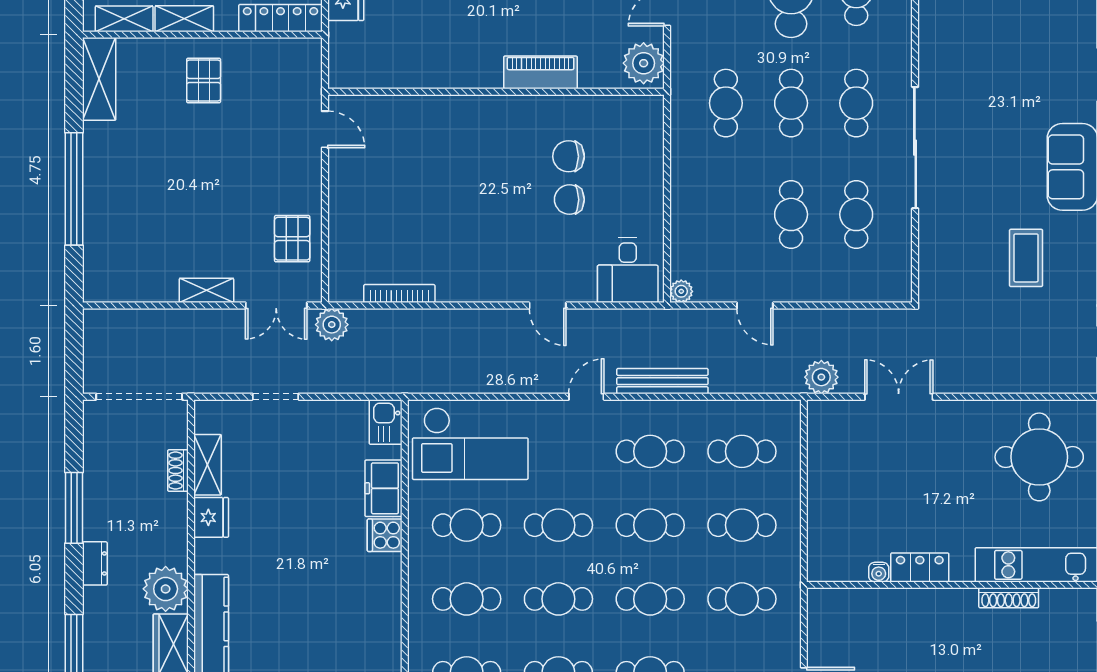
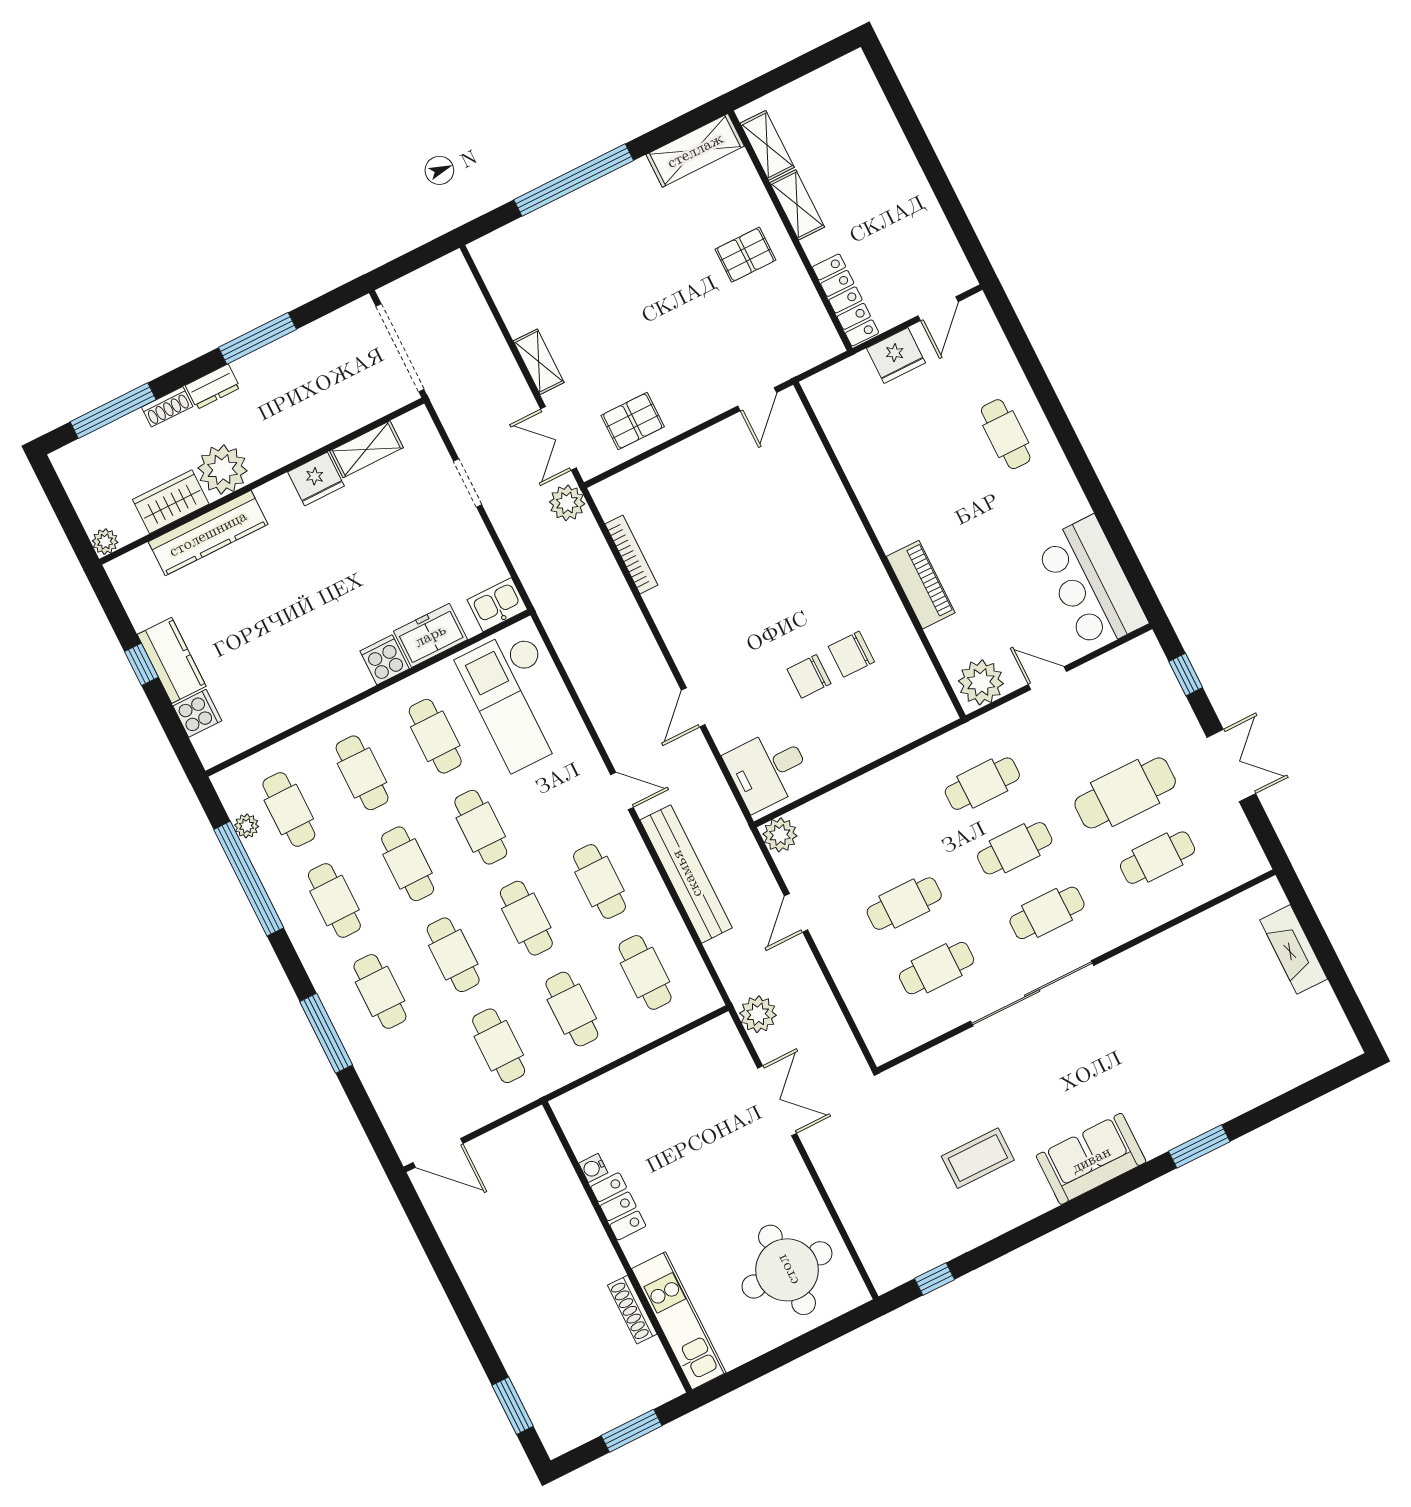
chair: (569, 156) -> (851, 654), turned -90
chair: (569, 200) -> (809, 676), turned -90
plant: (681, 291) -> (780, 835), width x1.38, depth x1.38
bench: (662, 381) -> (686, 874), width x1.37, depth x1.21
shoe rack: (178, 471) -> (167, 407), moved, turned 180

